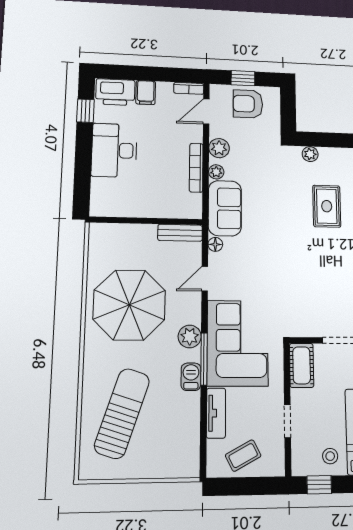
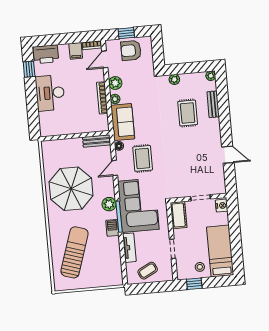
filing cabinet: (146, 93) -> (76, 51), moved
rug: (251, 268) -> (143, 158), added

